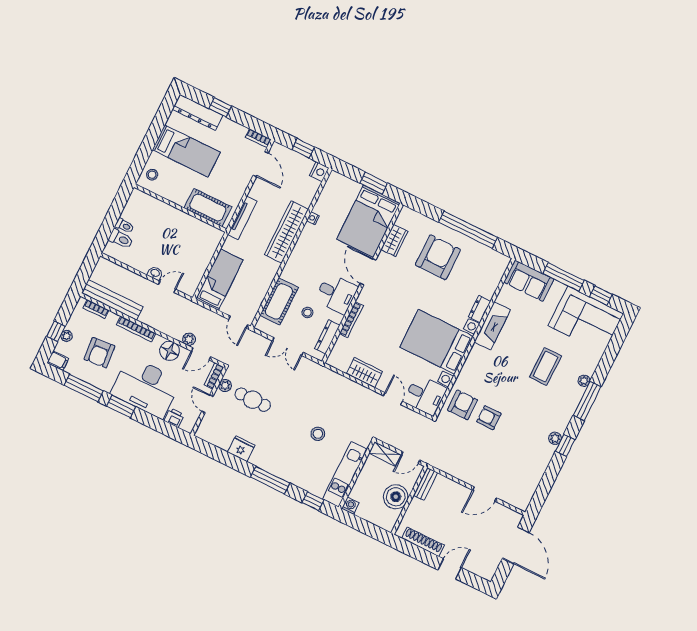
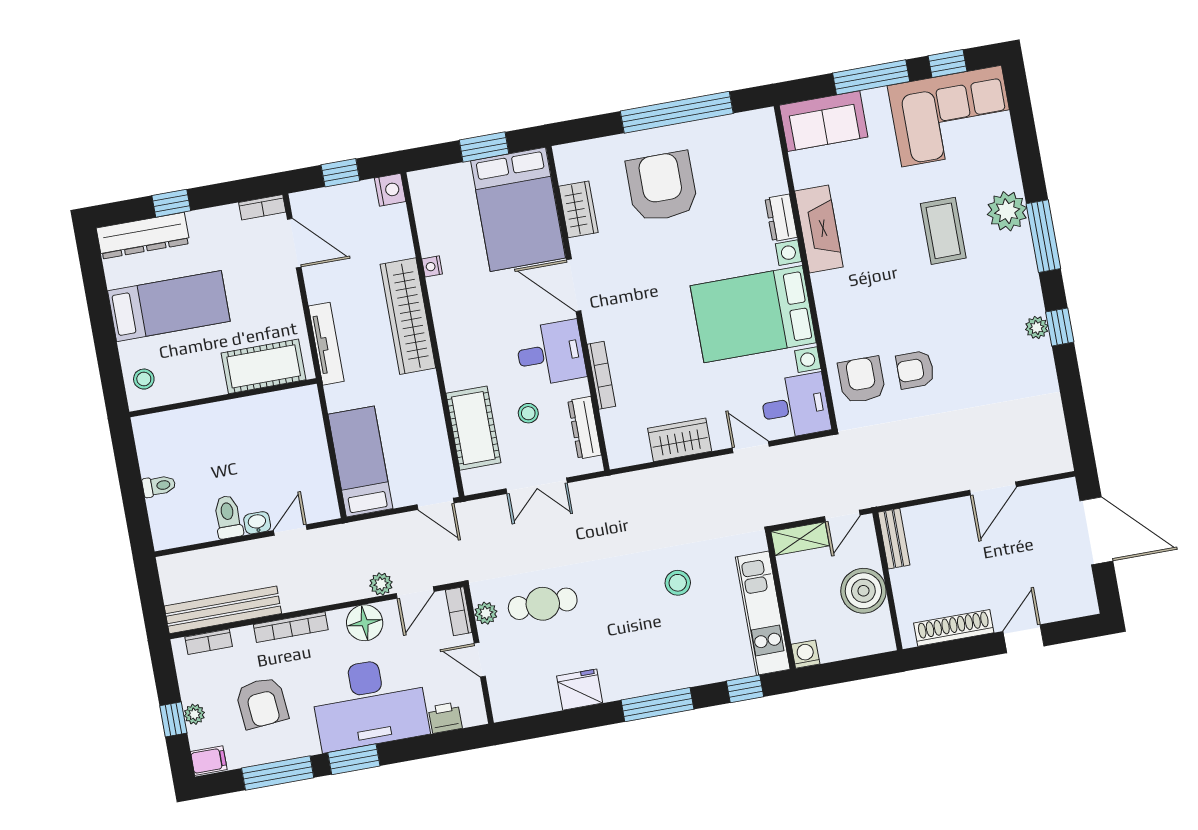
toilet: (121, 239) -> (228, 517), moved, turned -90
plant: (584, 381) -> (1007, 211), width x1.88, depth x1.88

